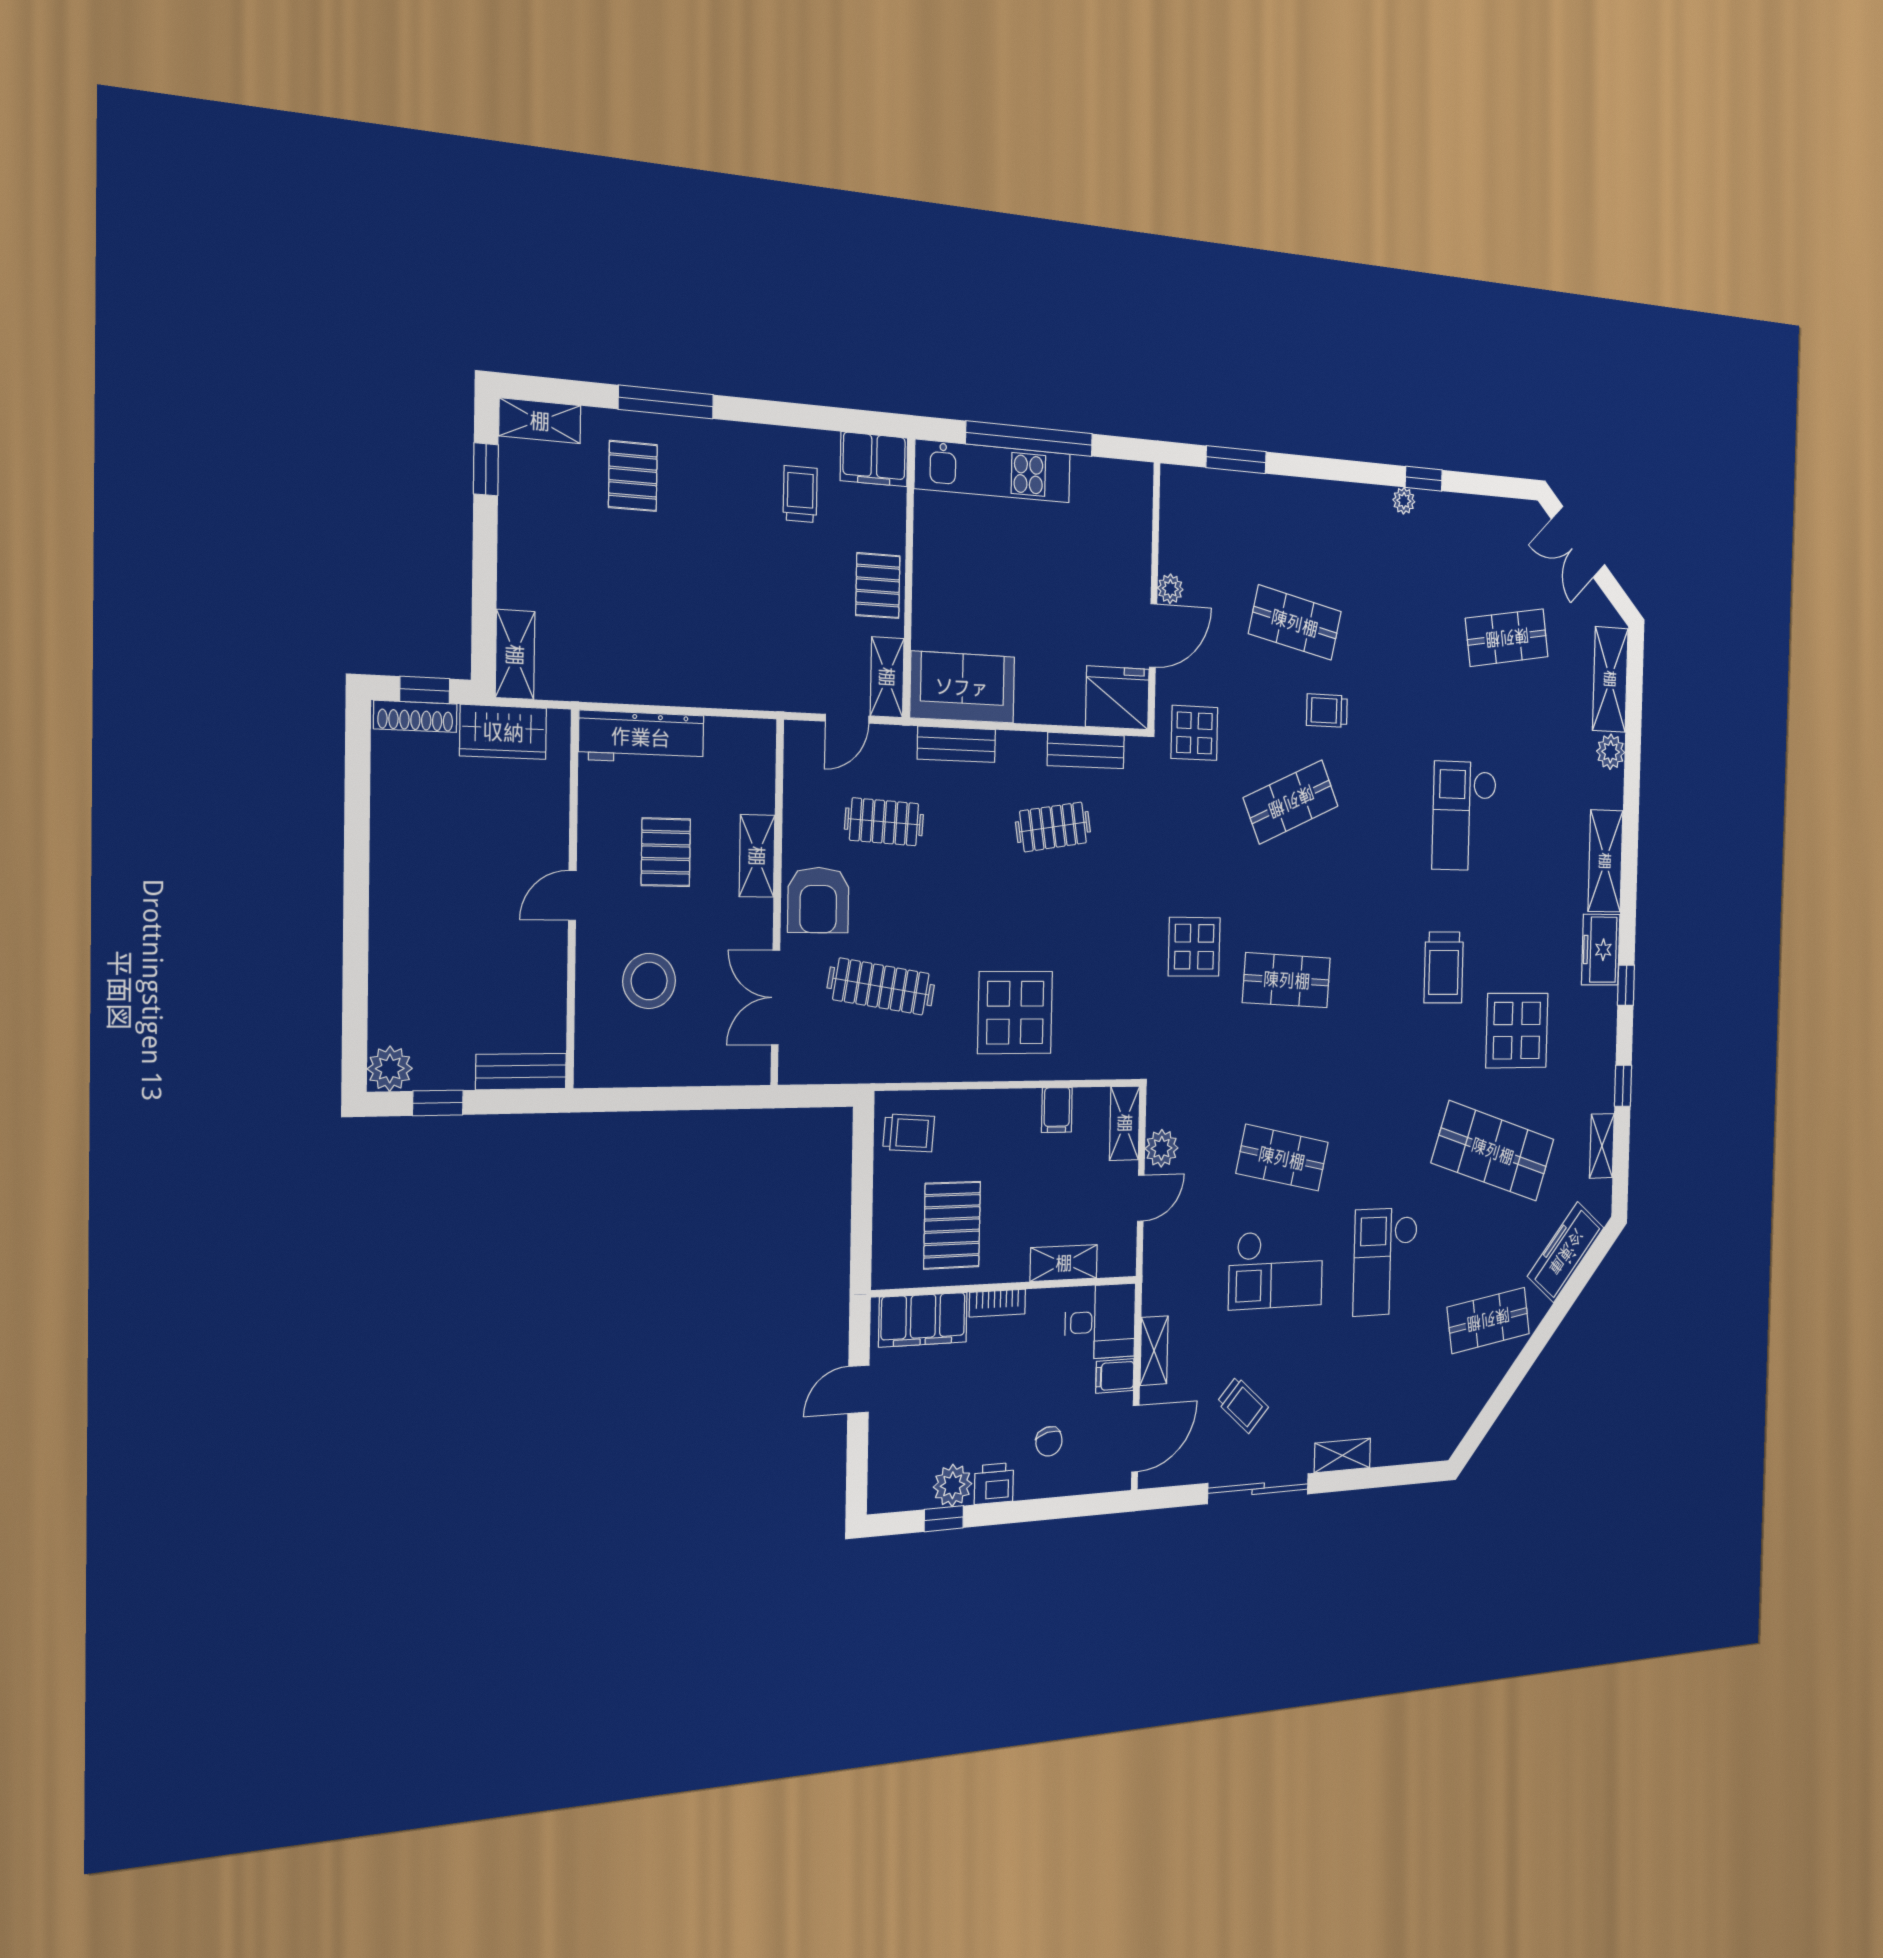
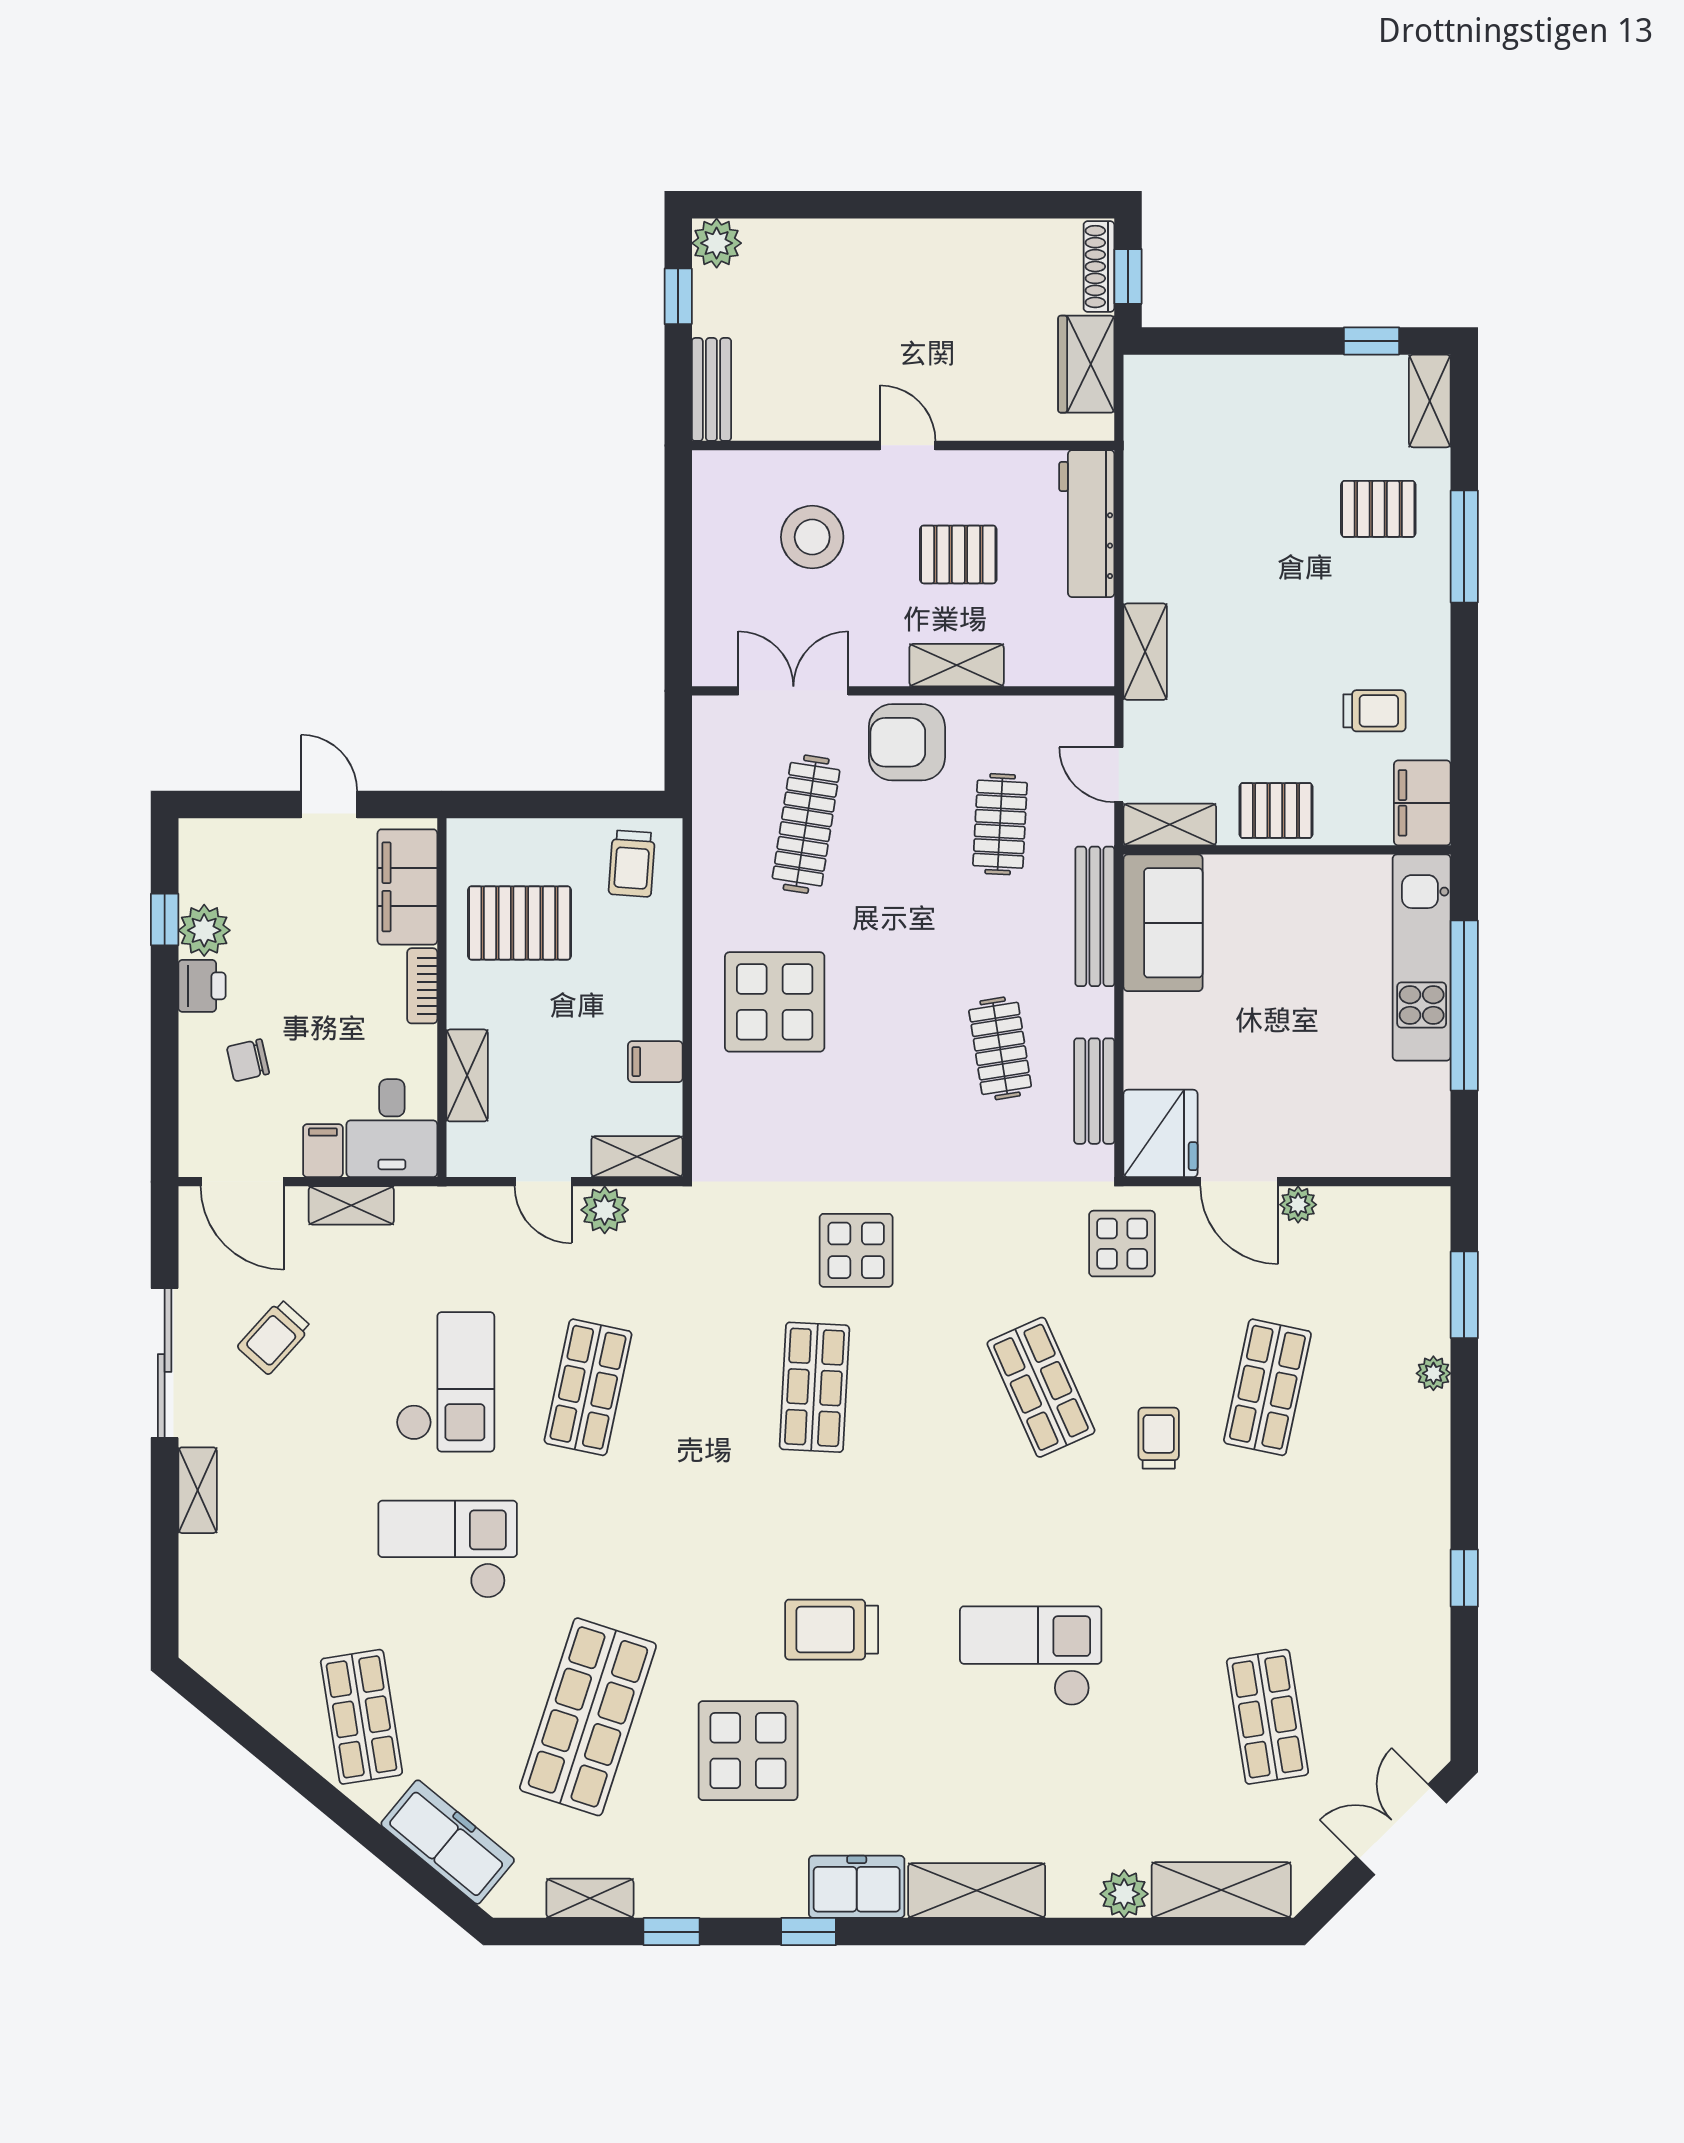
plant: (1404, 501) -> (1433, 1373), moved
shelving: (515, 655) -> (1145, 652), moved, turned 90
bench: (956, 744) -> (1095, 916), width x1.36
checkout: (1276, 1269) -> (445, 1382), turned 180

